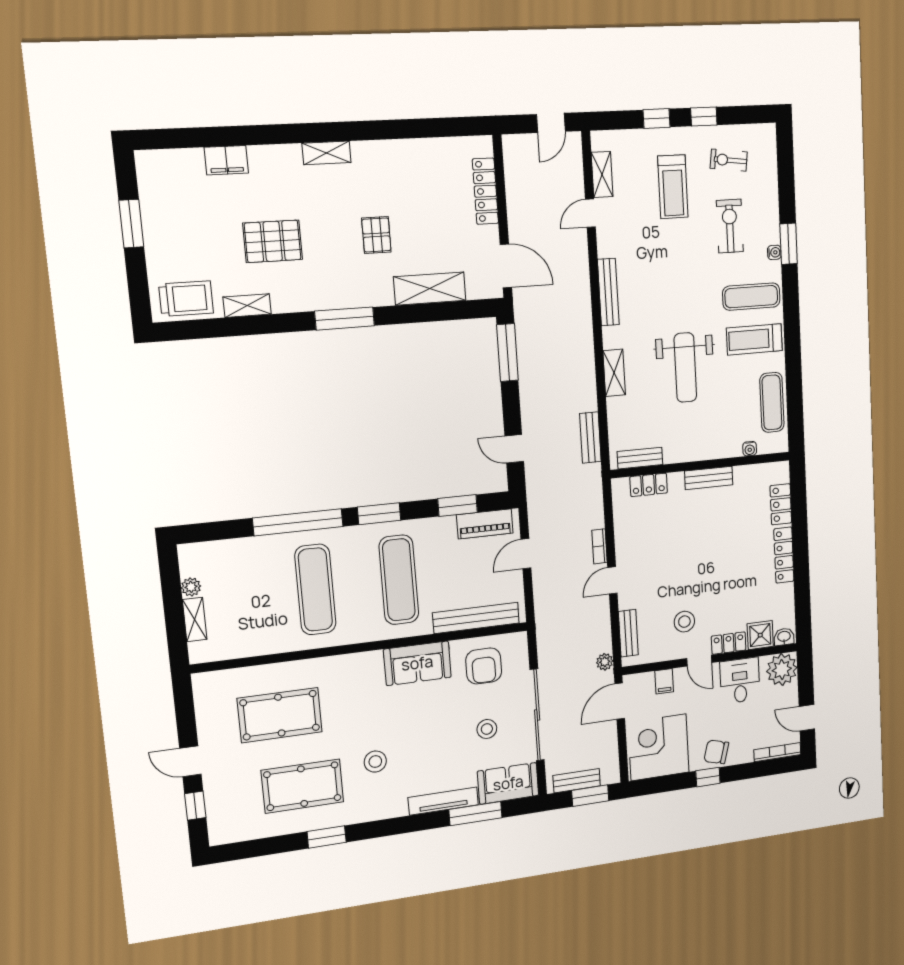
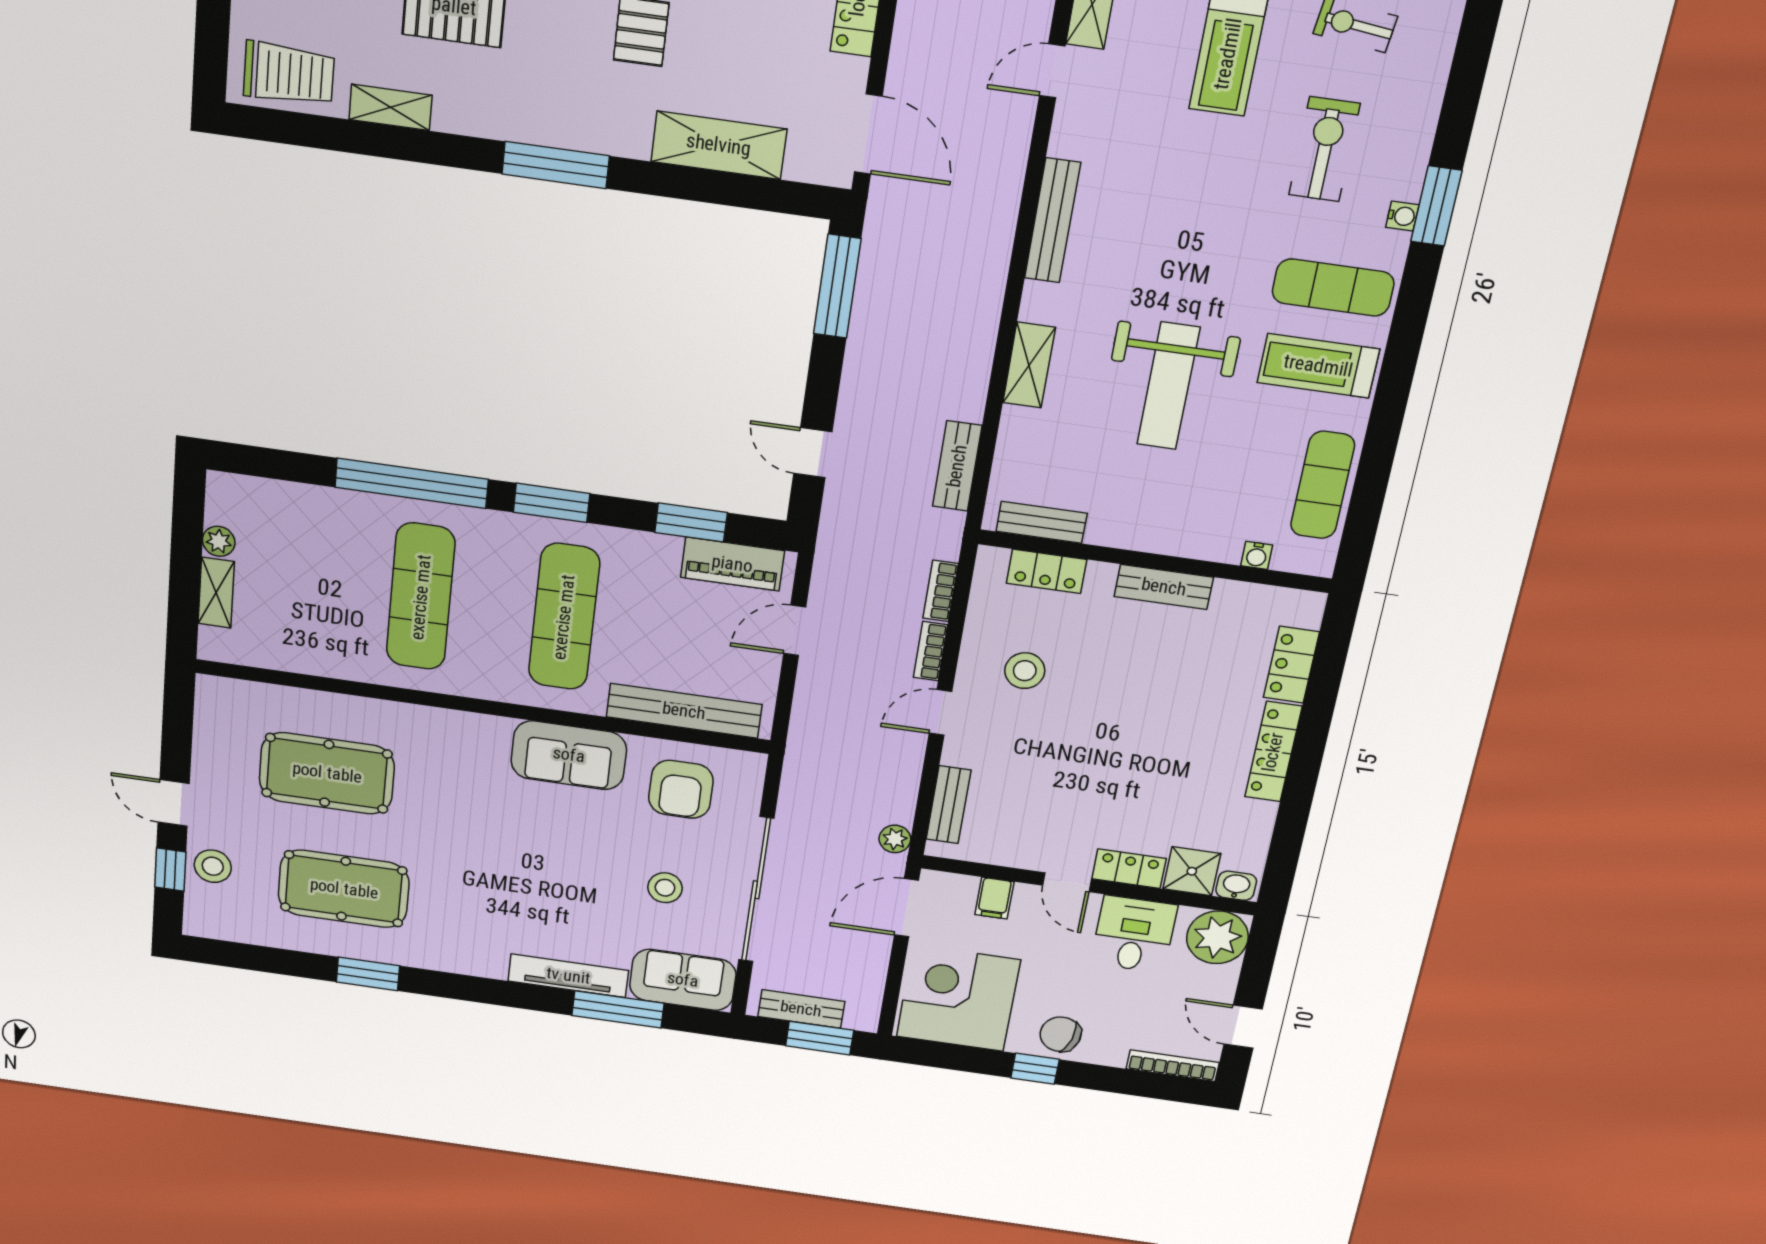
bookcase: (597, 510) -> (941, 591), added
stool: (684, 622) -> (1025, 671), moved
stool: (375, 762) -> (213, 866), moved

